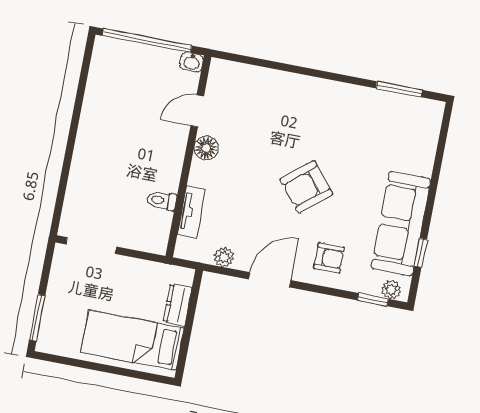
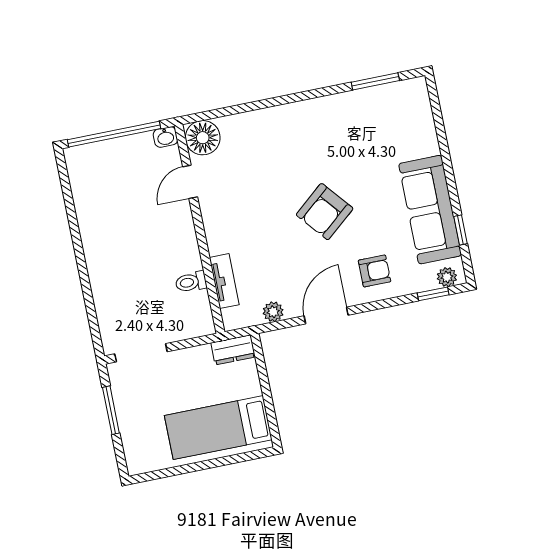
floor lamp: (206, 148) -> (203, 138), moved, width x1.38, depth x1.38
dresser: (178, 305) -> (233, 350), moved, turned -90
window: (37, 318) -> (111, 410), moved

